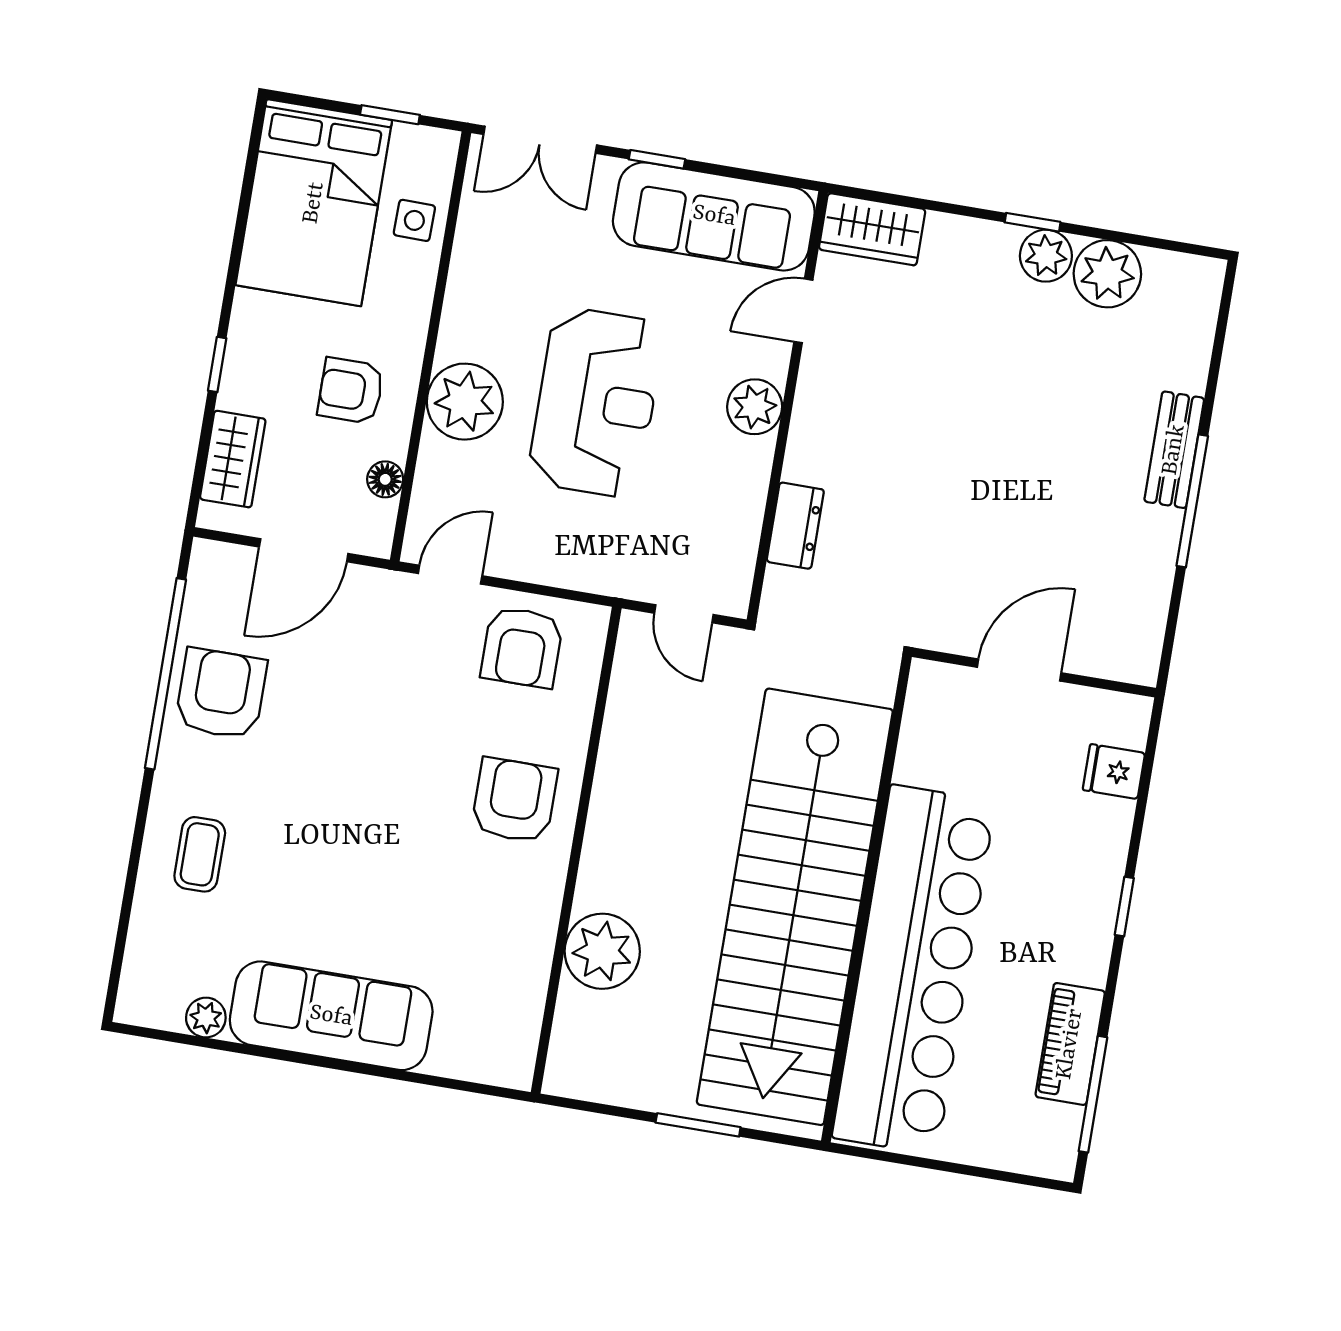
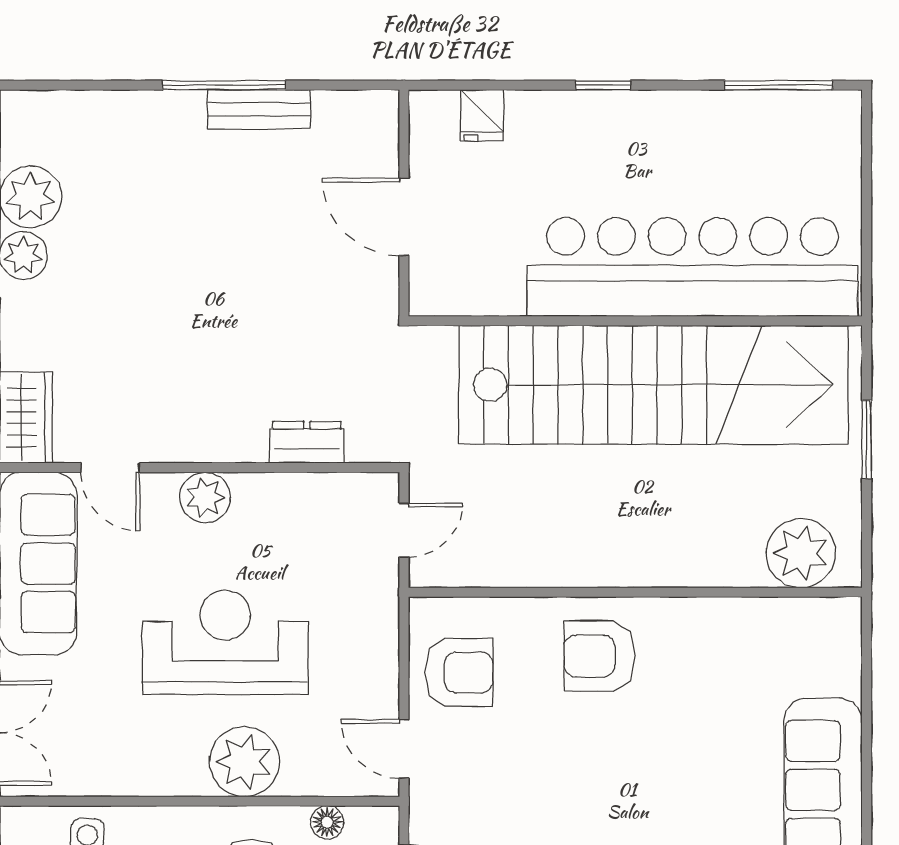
bench: (1174, 450) -> (259, 109), moved
plant: (602, 951) -> (801, 553), moved
piano: (1070, 1044) -> (736, 114), removed

